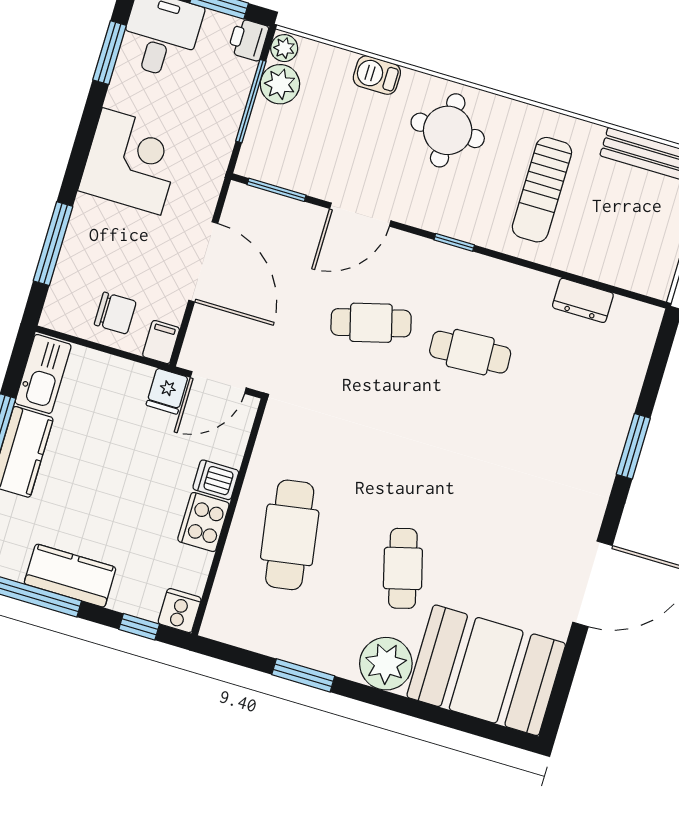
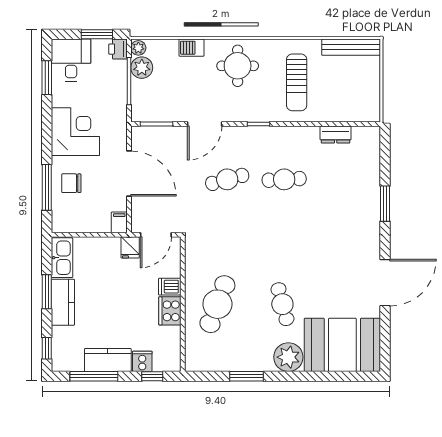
chair: (115, 313) -> (71, 183), moved, turned 180
cafe table: (290, 535) -> (217, 304), turned 30
cooker: (180, 611) -> (142, 361), moved

